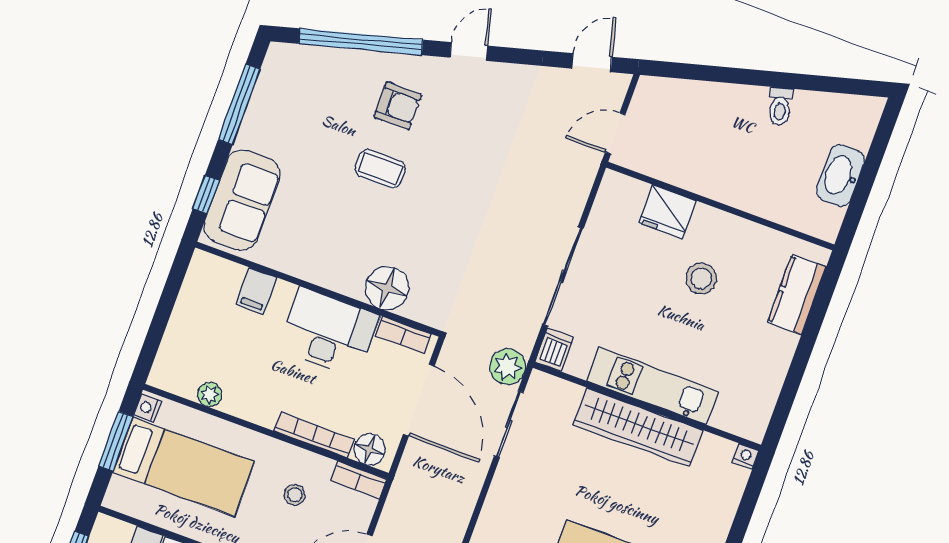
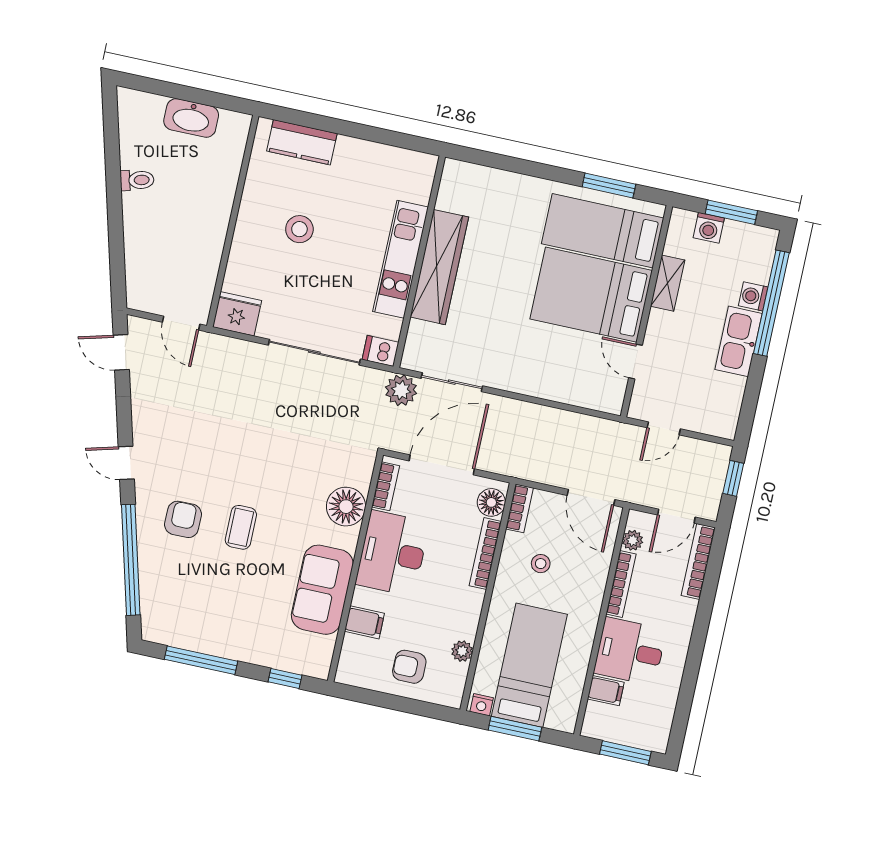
sofa: (242, 200) -> (322, 590), moved, turned -90
fridge: (668, 212) -> (237, 314), moved, turned -90
armchair: (200, 334) -> (409, 667), added
nightstand: (746, 456) -> (452, 168), removed

